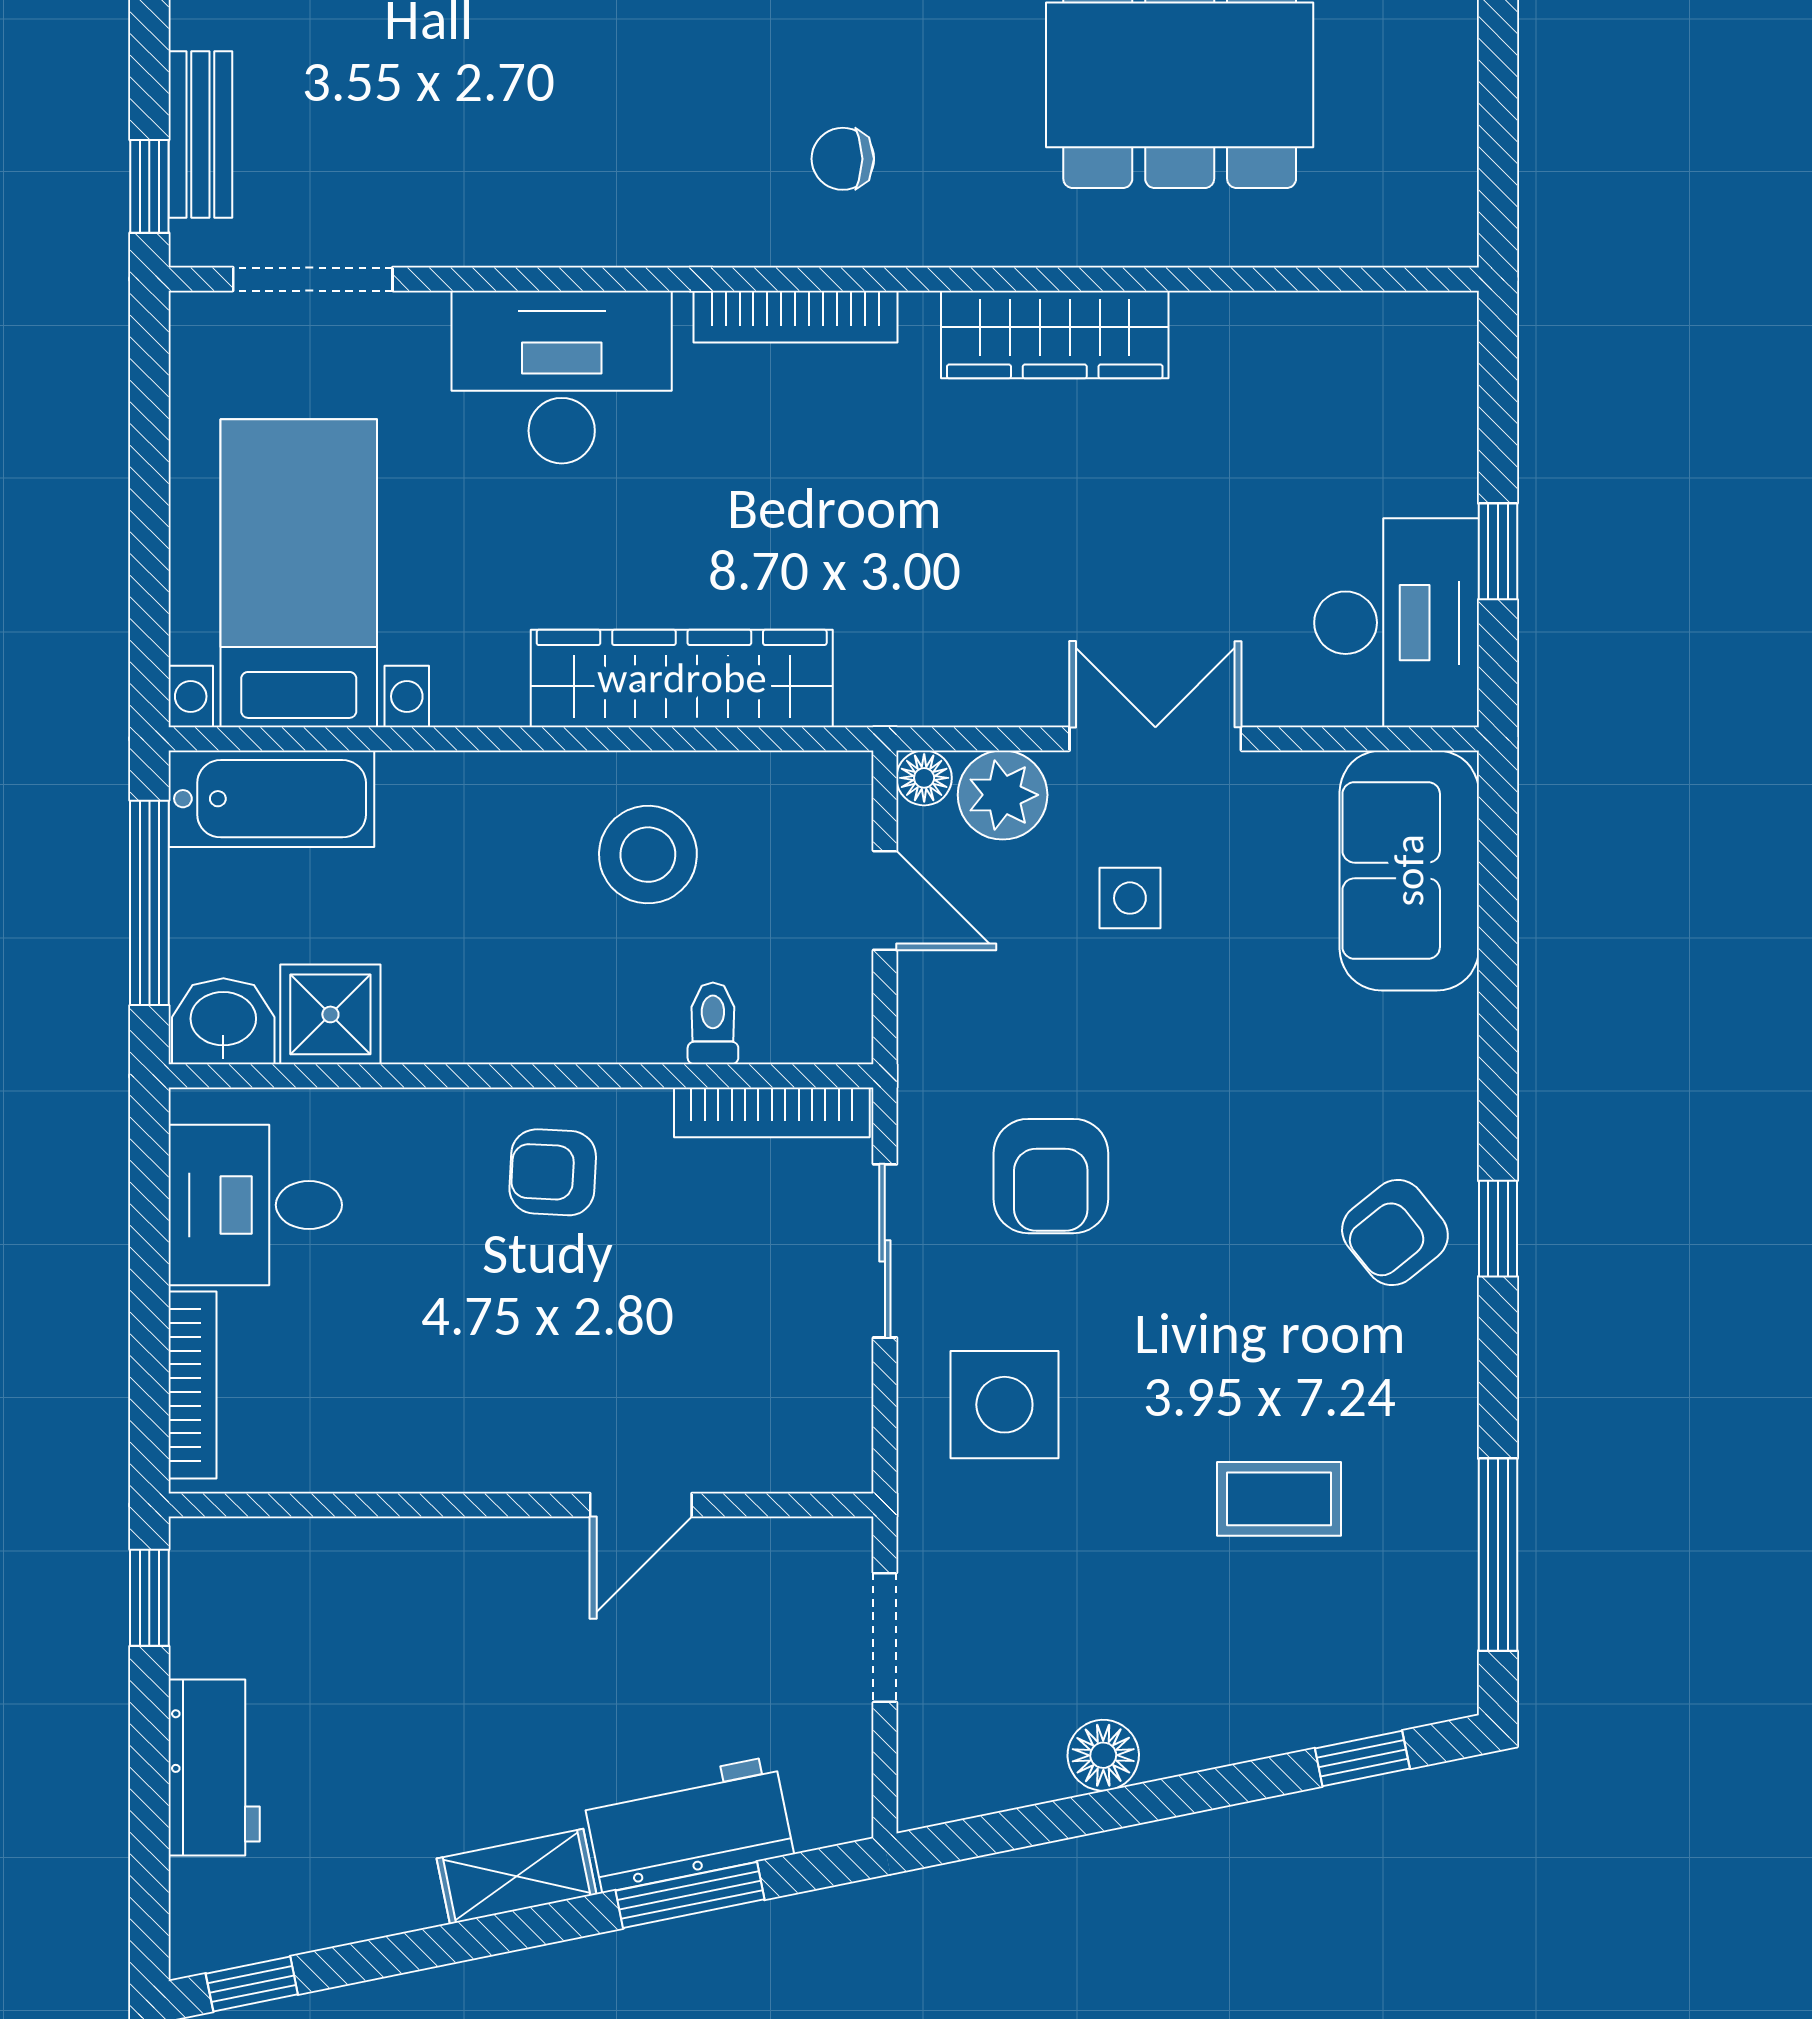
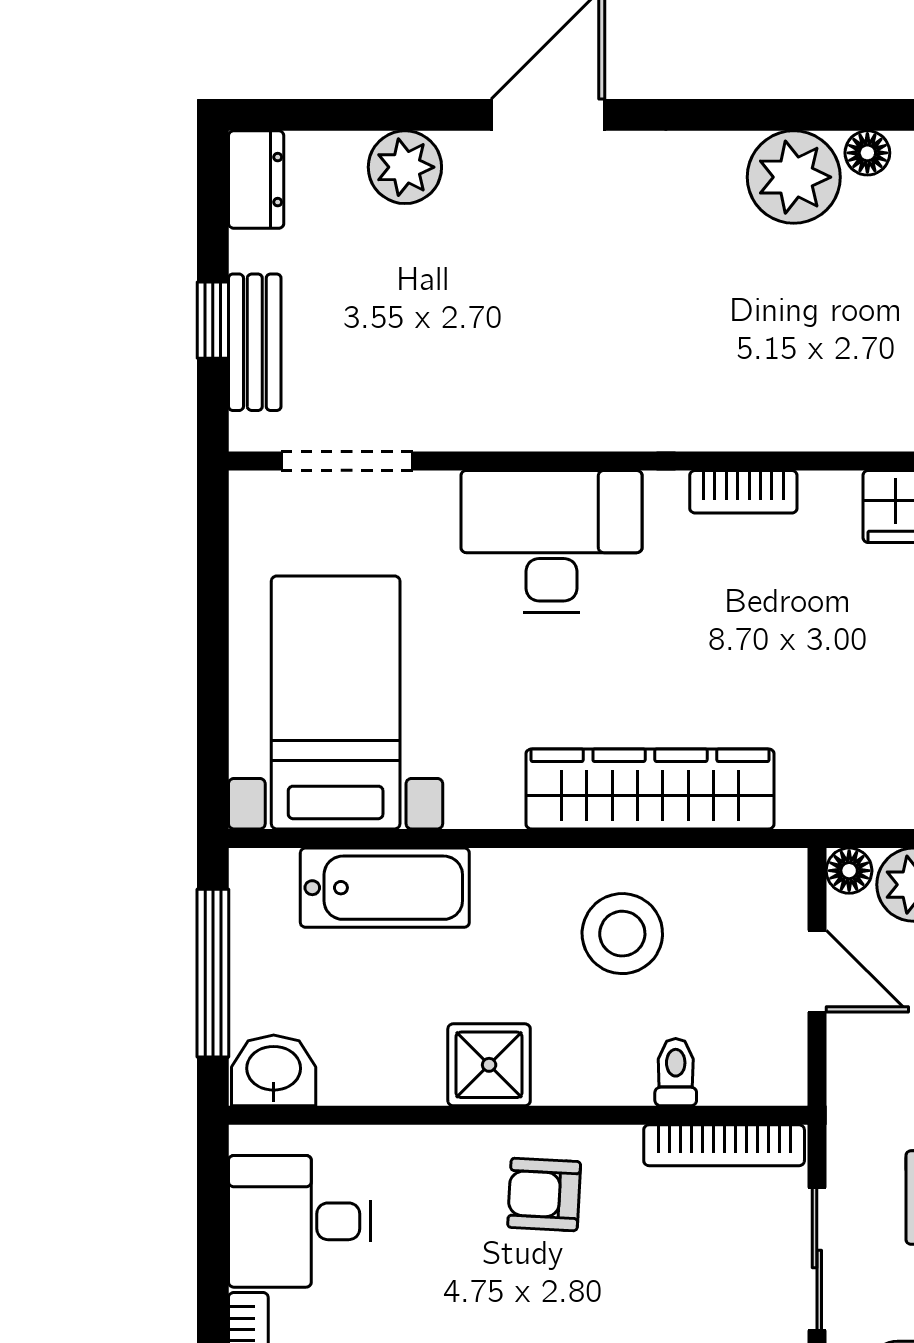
chair: (843, 159) -> (782, 362), removed
window: (149, 186) -> (213, 320), moved
bookcase: (795, 317) -> (743, 492), width x0.64
bathtub: (271, 799) -> (385, 888), moved
shower: (330, 1014) -> (489, 1065), moved

